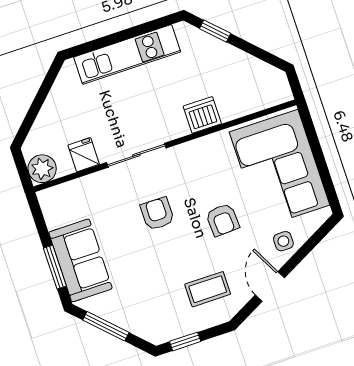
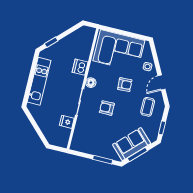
floor lamp: (186, 153) -> (91, 83), added
plant: (42, 169) -> (62, 141), removed
sofa: (80, 260) -> (132, 144), moved, turned -45
door: (270, 286) -> (161, 83), hinge flipped

